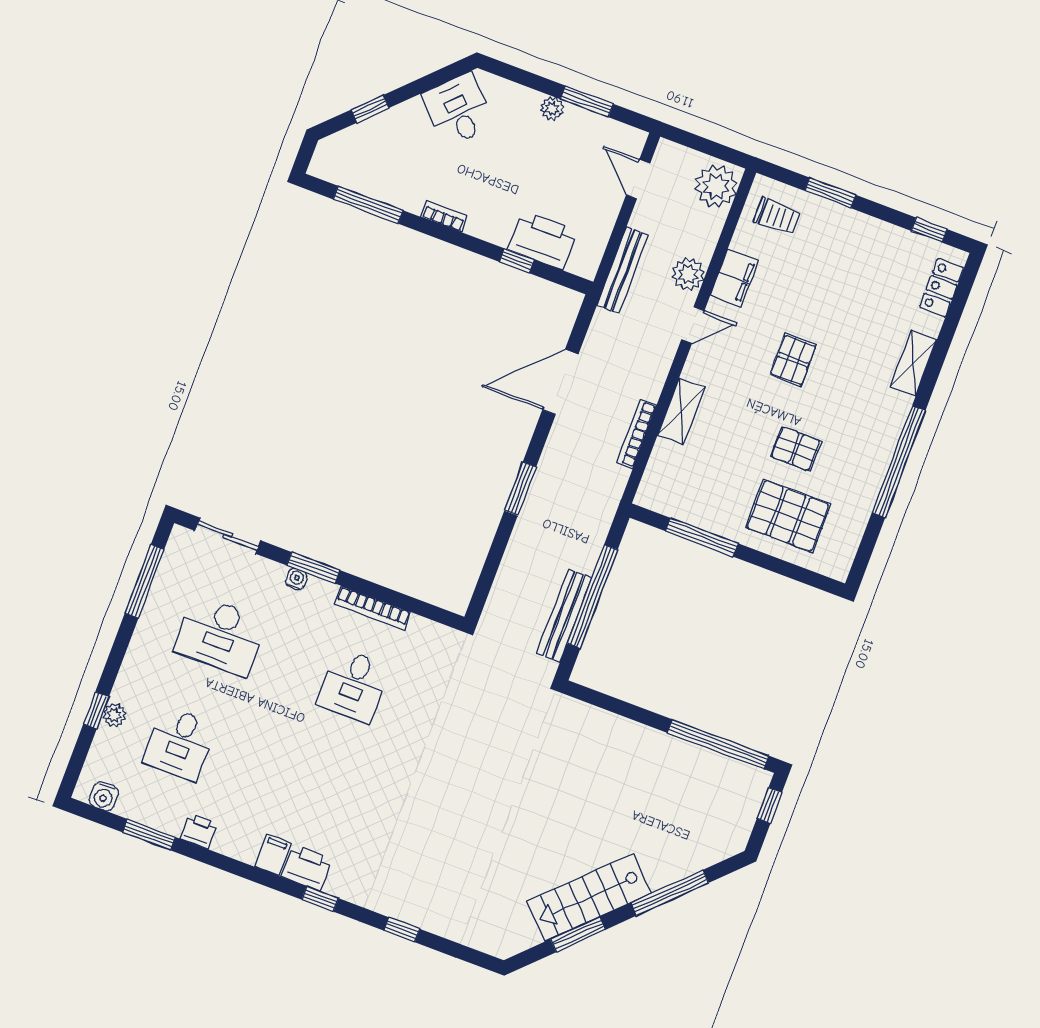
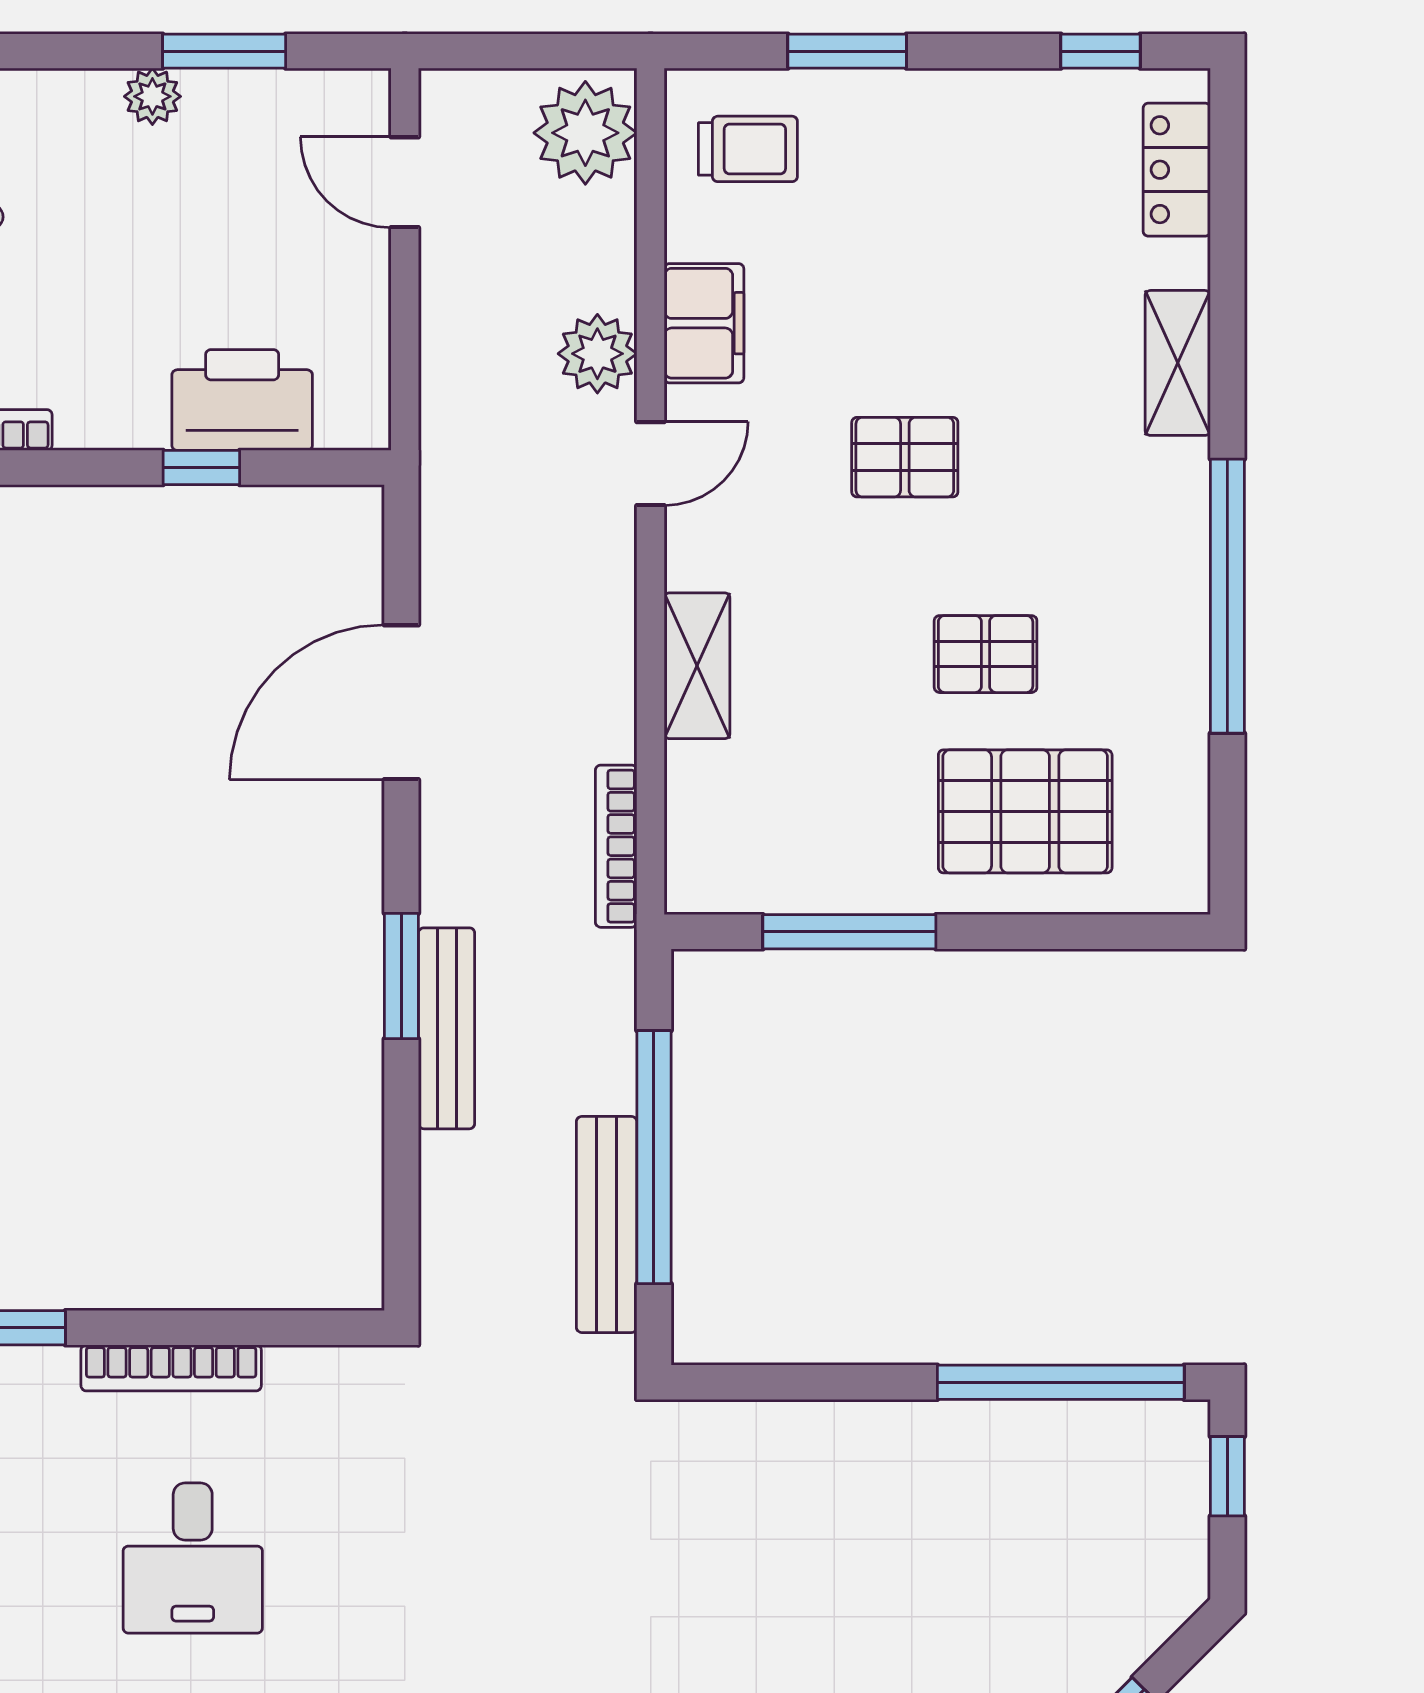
bench: (623, 270) -> (447, 1028), moved
pallet: (793, 360) -> (905, 457), turned 90
bookcase: (637, 434) -> (616, 846), moved

